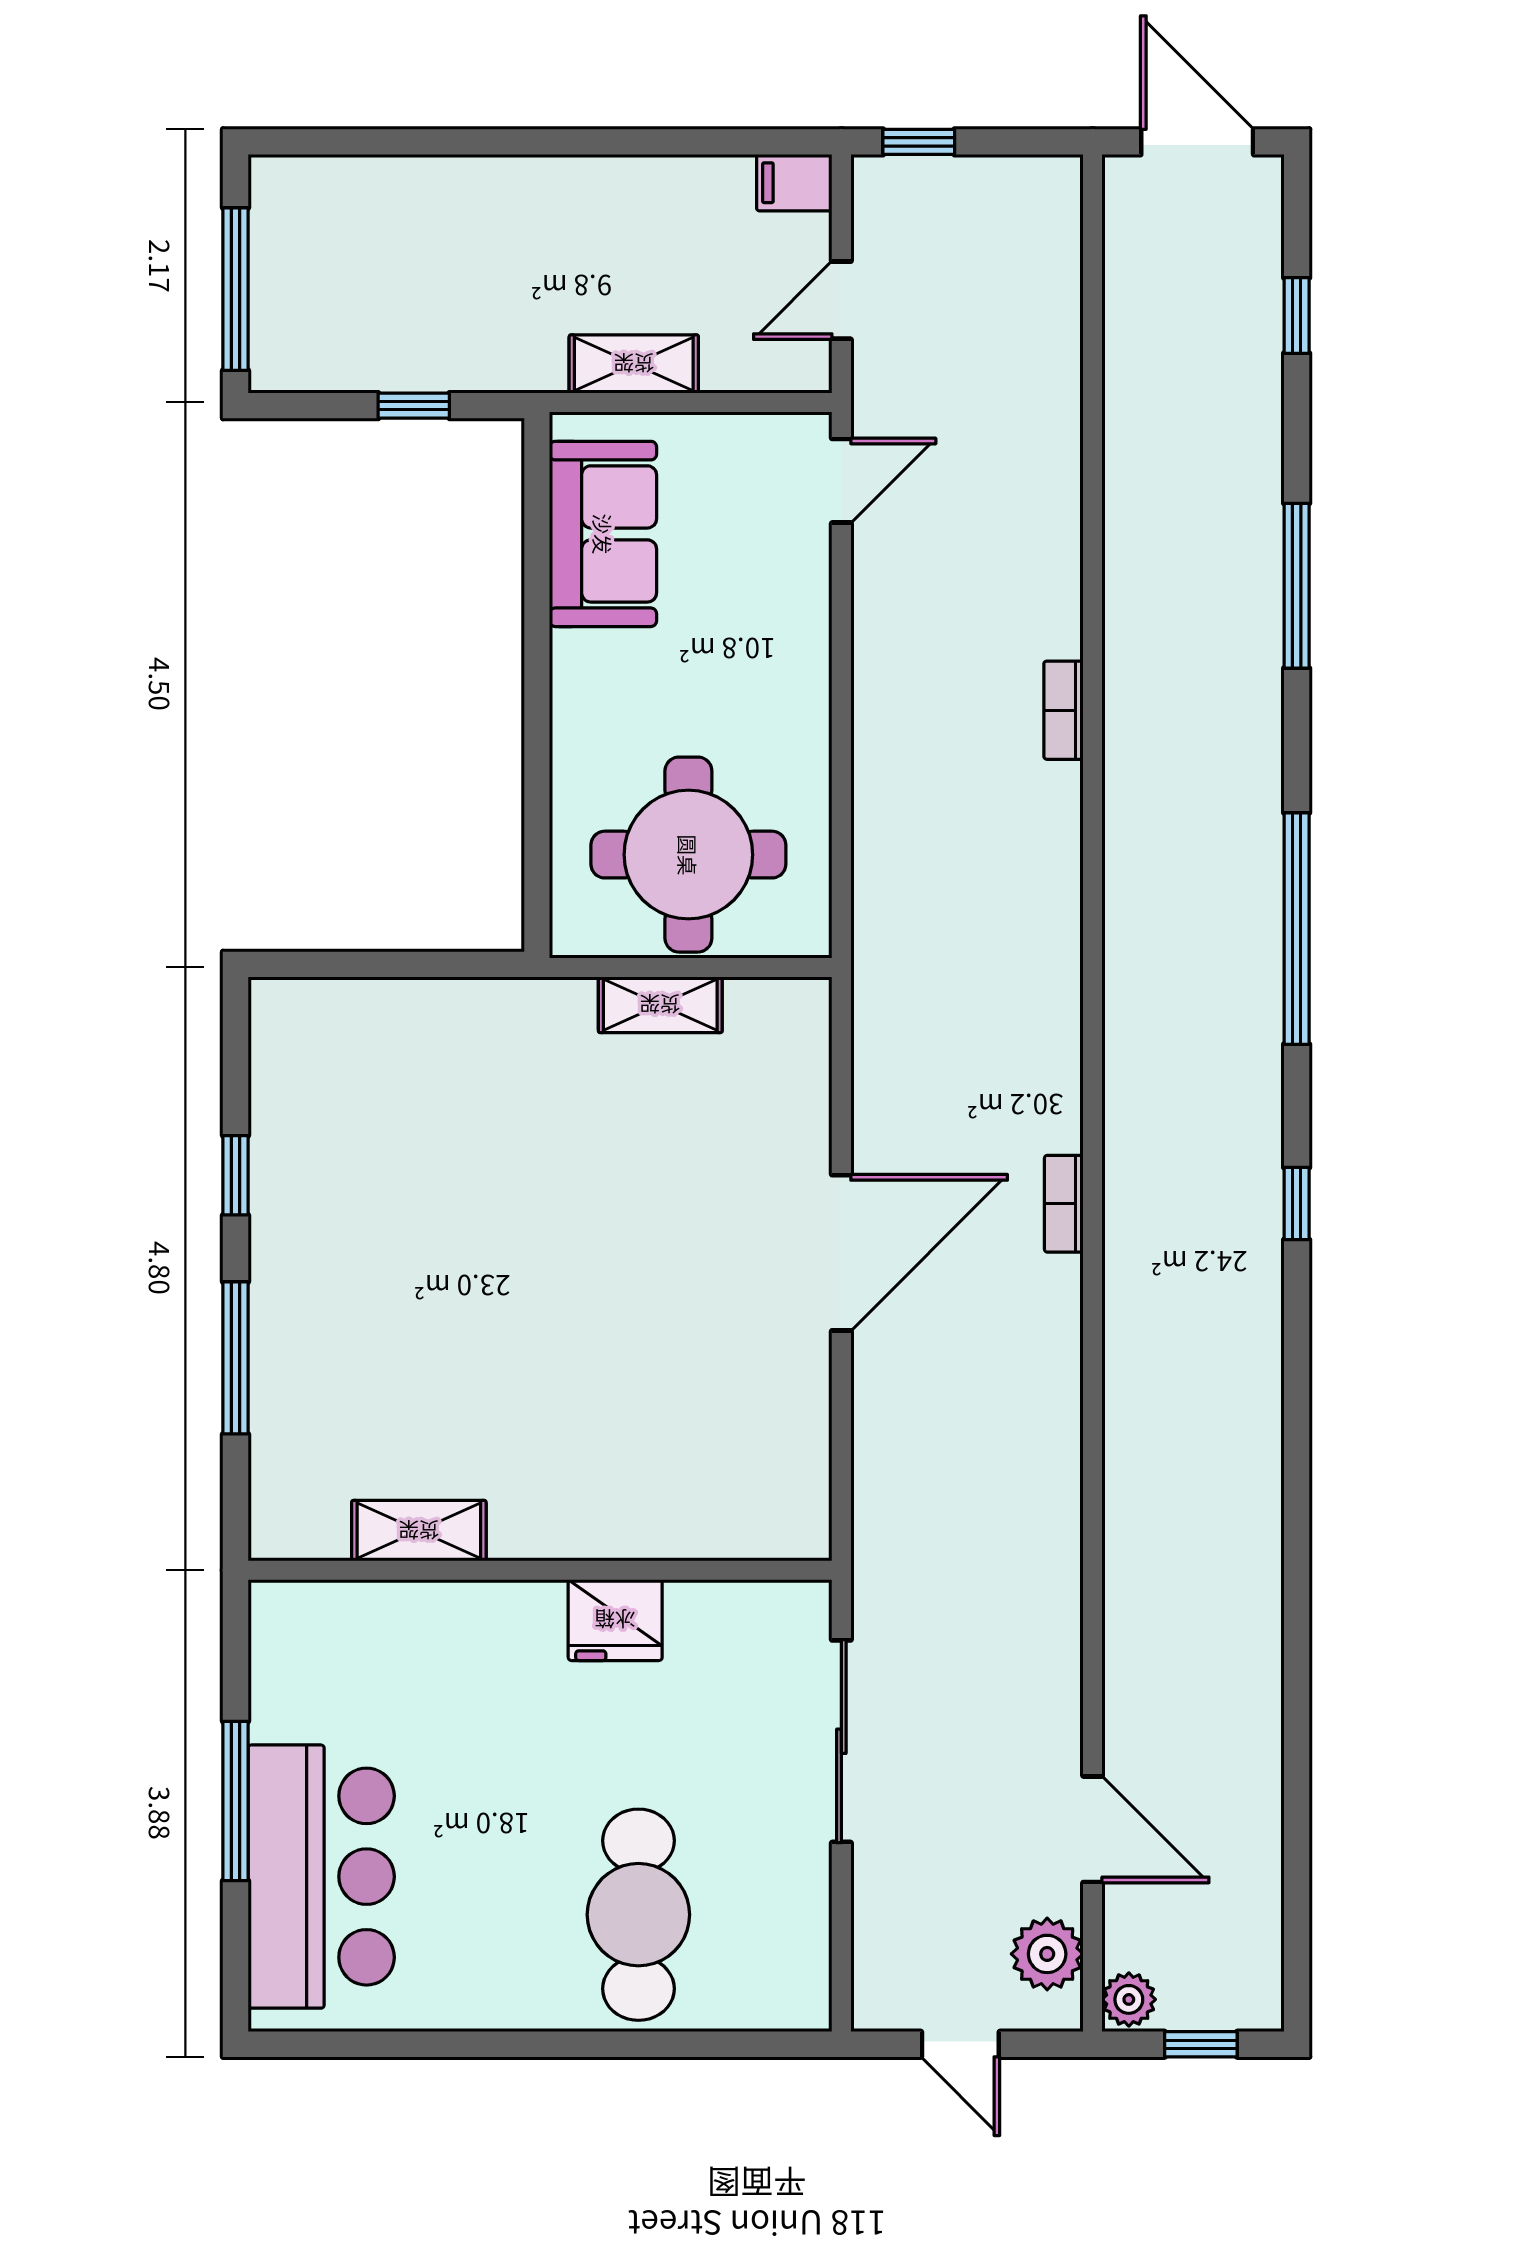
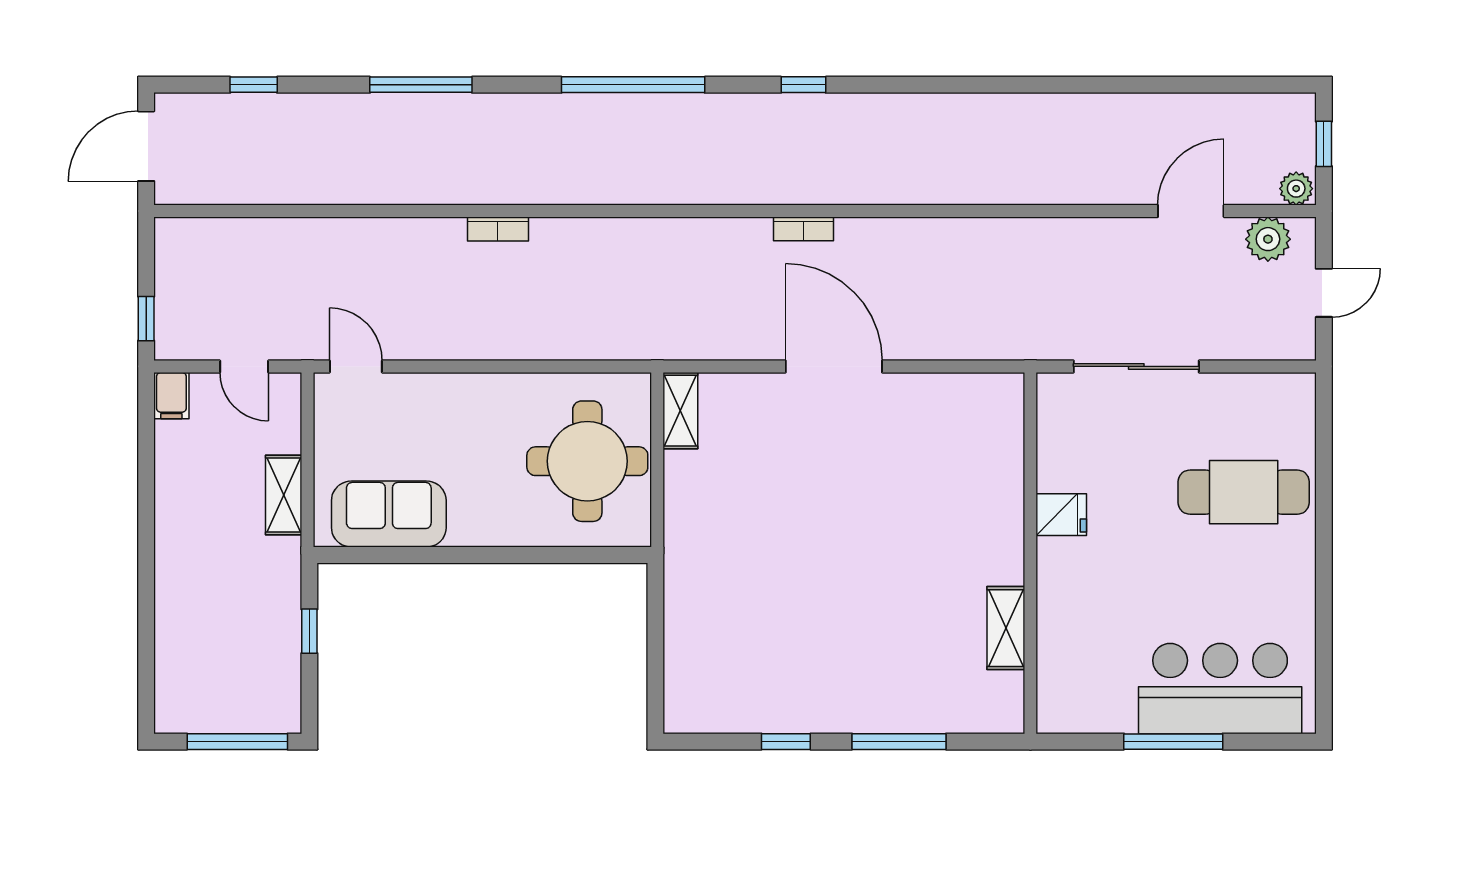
shelving: (660, 1005) -> (680, 411), moved
fridge: (615, 1620) -> (1061, 515), width x0.72

